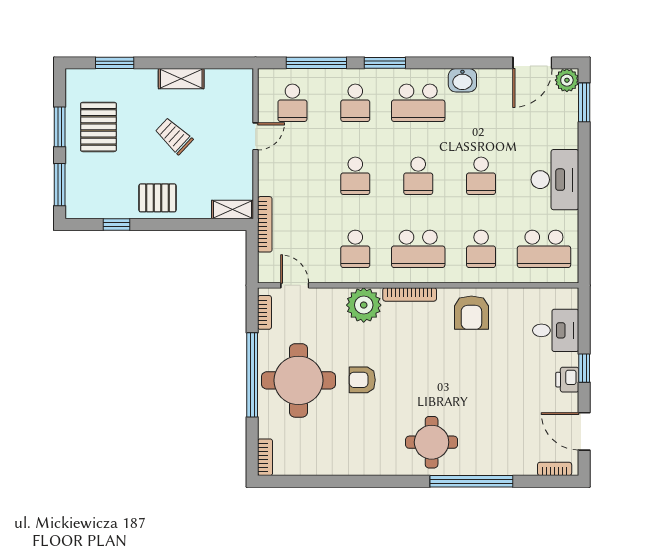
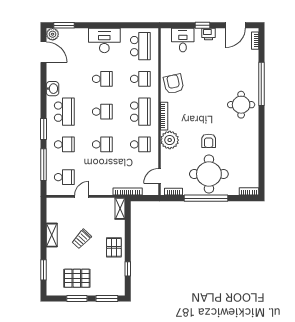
door: (256, 136) -> (82, 196), hinge flipped
armchair: (471, 313) -> (174, 84), turned -102

